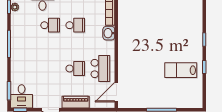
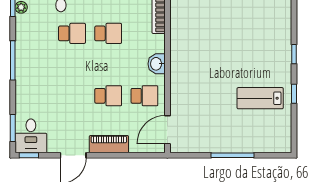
washbasin: (109, 33) -> (157, 64), moved
school desk: (100, 69) -> (144, 96), width x0.54

